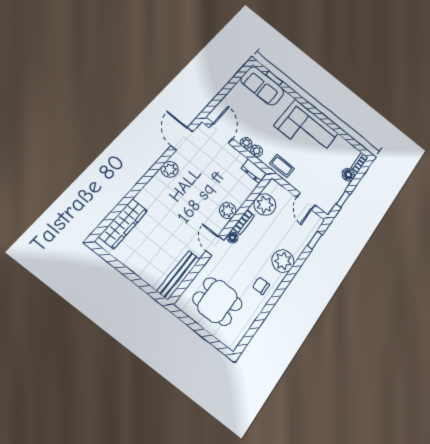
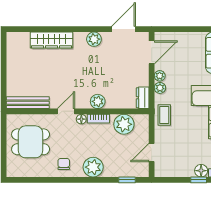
window: (343, 199) -> (199, 180), moved
wardrobe: (123, 224) -> (51, 40), moved
dining table: (217, 301) -> (31, 142), turned 90

